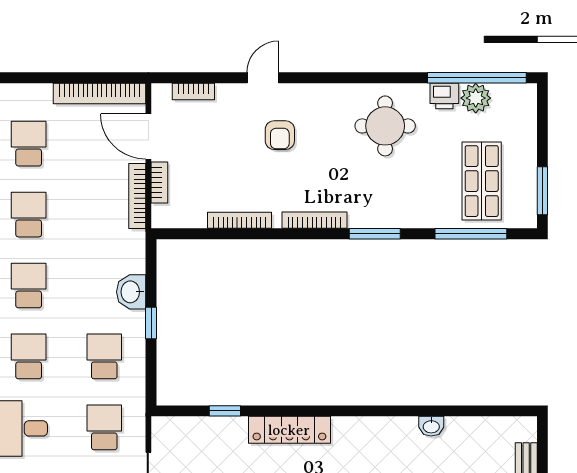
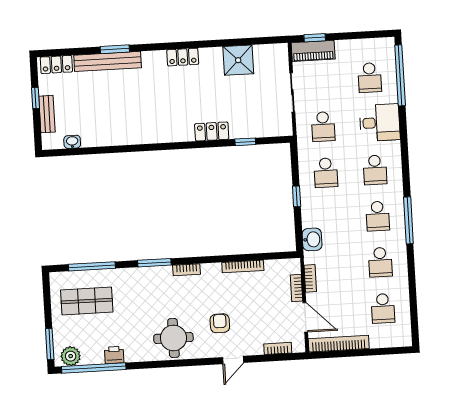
plant: (476, 98) -> (71, 356), moved
round table: (385, 126) -> (173, 338), moved
shop shelf: (482, 181) -> (87, 301), turned 90
window: (542, 191) -> (50, 344), moved
bookcase: (137, 196) -> (310, 278), width x0.64
bookcase: (314, 220) -> (187, 270), width x0.64
washbasin: (131, 292) -> (312, 239), moved
washbasin: (431, 426) -> (72, 142), moved
locker: (289, 430) -> (212, 131), width x0.66

